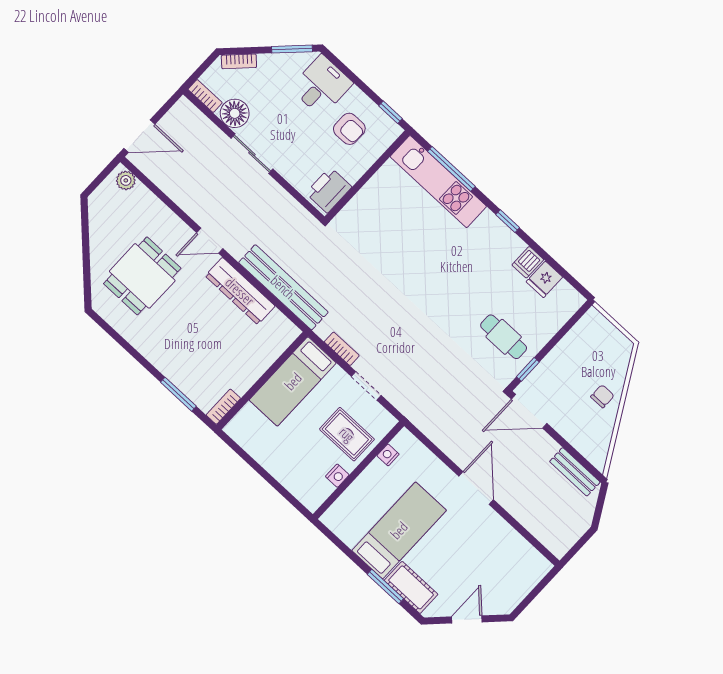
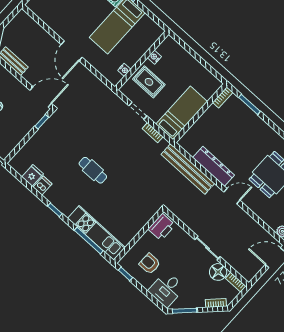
cafe table: (504, 337) -> (93, 170), moved

